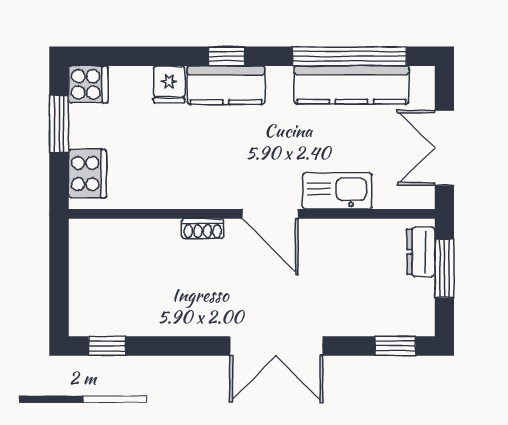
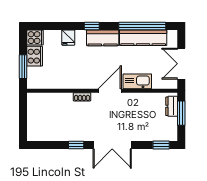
kitchen counter: (226, 85) -> (103, 38), moved
window: (59, 124) -> (23, 67), moved
cooker: (87, 174) -> (35, 56), moved
door: (270, 214) -> (110, 91), swing flipped
window: (107, 346) -> (76, 145), moved

